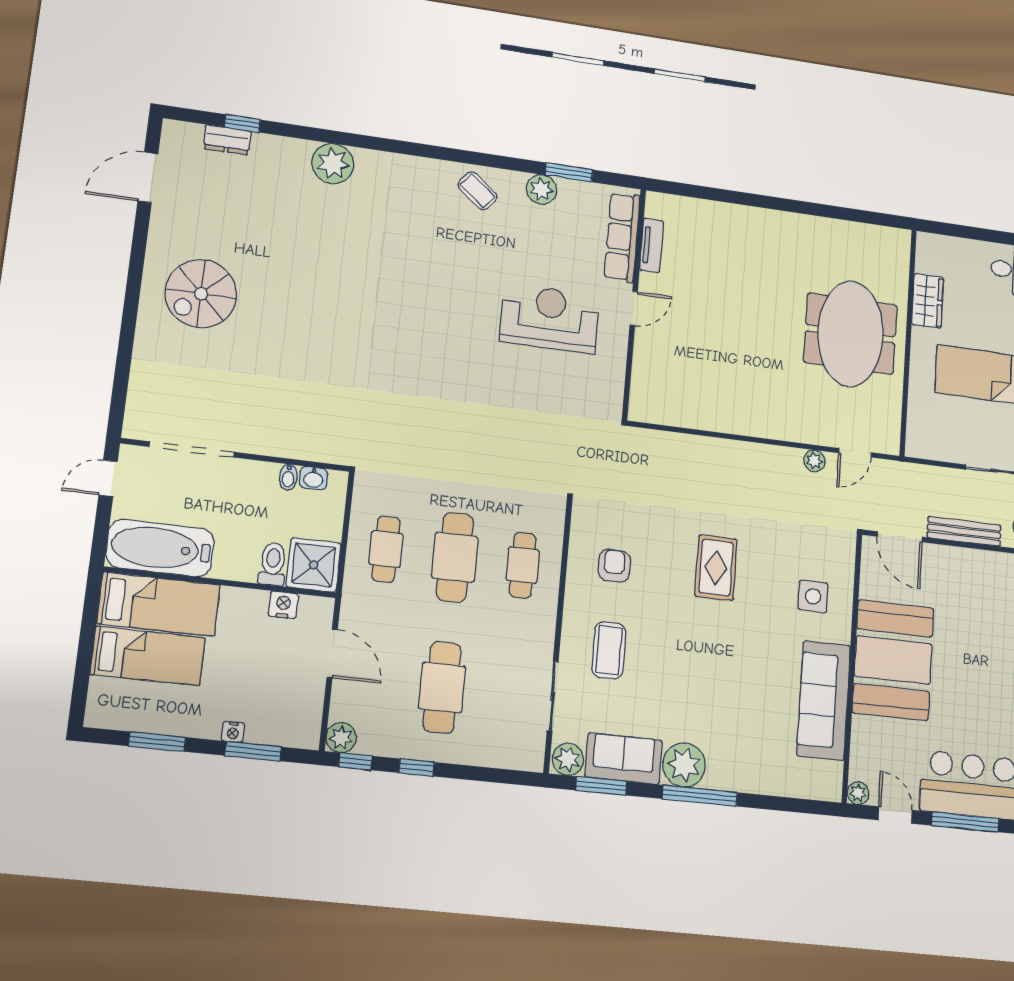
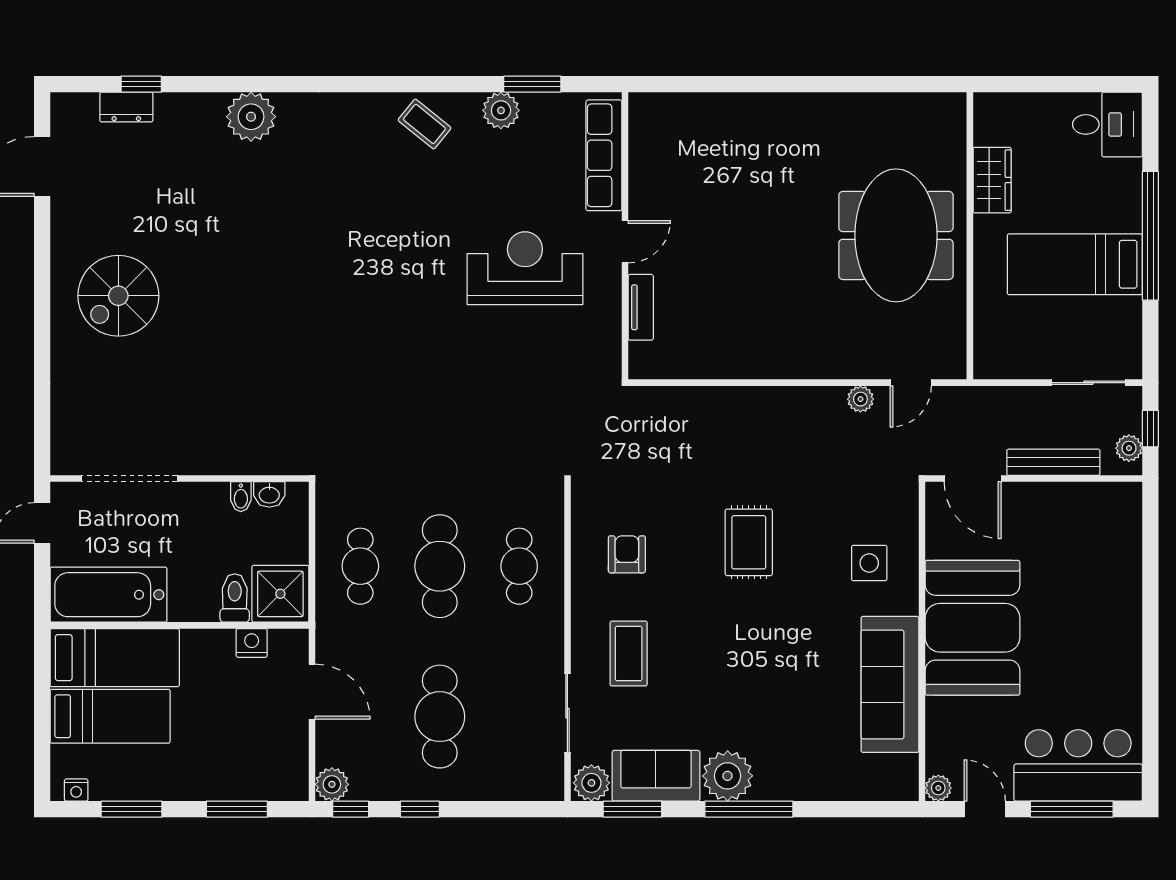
tv unit: (652, 245) -> (641, 307), moved
nightstand: (233, 732) -> (76, 790), moved

